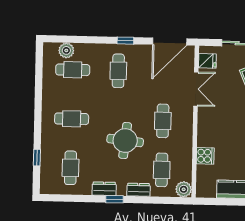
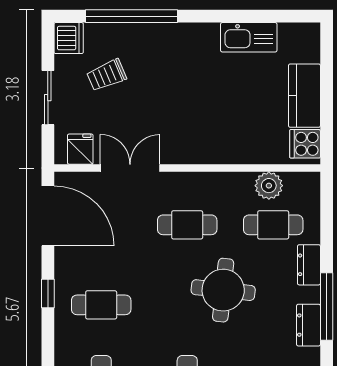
cooker: (205, 156) -> (305, 144), moved, turned -90
plant: (184, 189) -> (269, 186), moved
window: (114, 199) -> (327, 306), width x2.17

